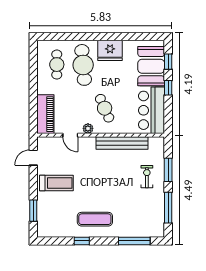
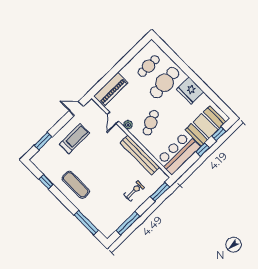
window: (168, 170) -> (160, 192), moved
treadmill: (56, 183) -> (75, 139), turned -90
window: (82, 241) -> (46, 182), moved

